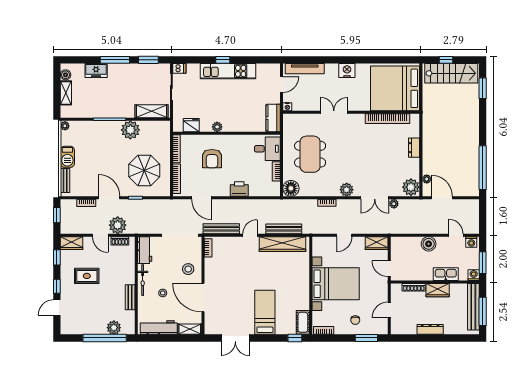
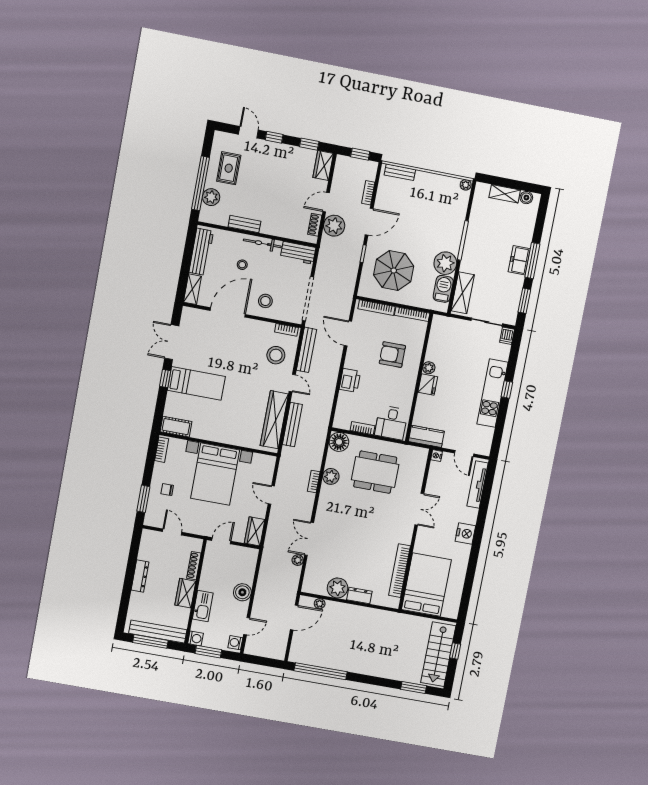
freezer: (96, 70) -> (519, 260), moved
bed: (395, 88) -> (426, 585), width x0.73
fridge: (191, 125) -> (428, 385), moved
barbecue: (67, 157) -> (443, 289), moved, turned 90
plant: (411, 187) -> (338, 588), moved
plant: (347, 190) -> (331, 476), moved
door: (202, 198) -> (348, 333), hinge flipped
stool: (230, 253) -> (276, 355), added
rug: (87, 276) -> (229, 168), moved
window: (295, 338) -> (165, 379), moved

